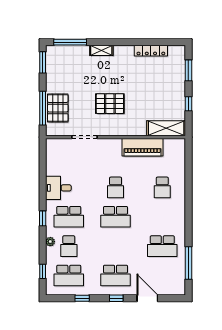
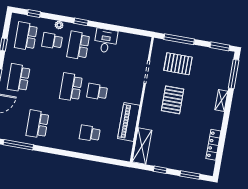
pallet: (58, 108) -> (178, 64), moved

